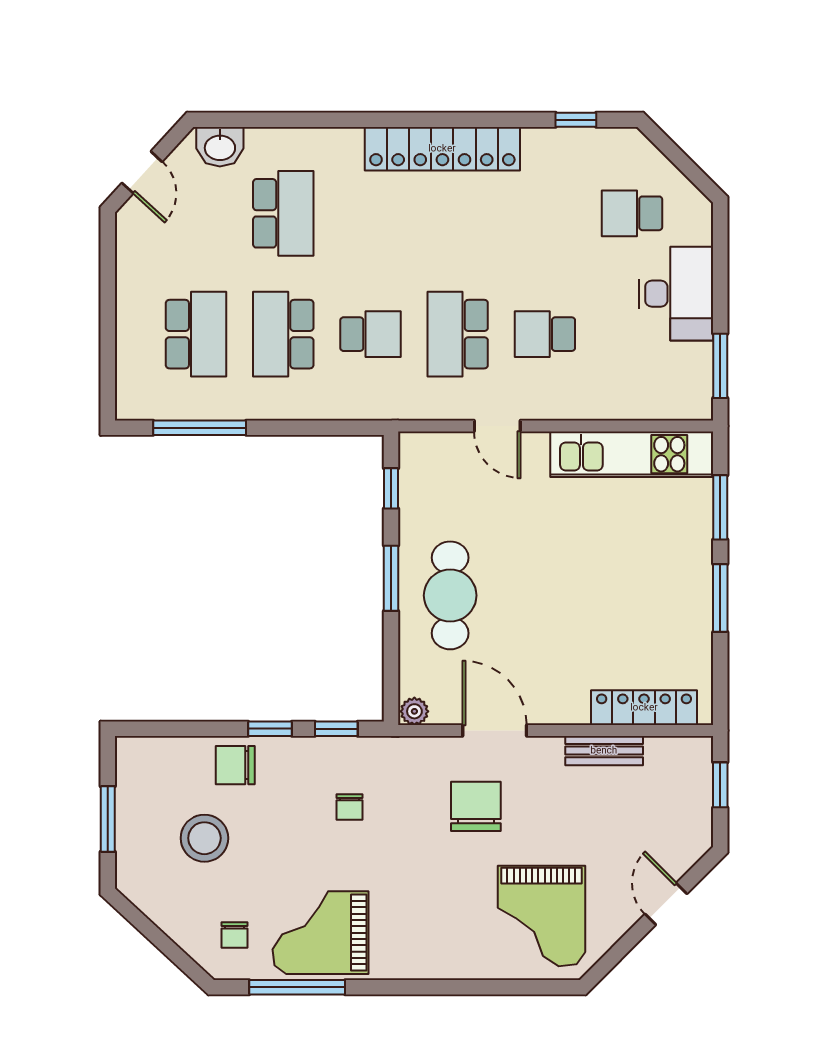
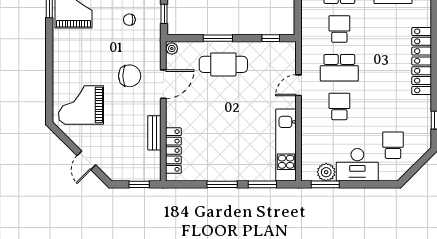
school desk: (370, 334) -> (339, 29), turned 180
school desk: (458, 334) -> (339, 68), turned 180
plant: (693, 364) -> (326, 172), added
window: (391, 578) -> (218, 38), moved
door: (666, 904) -> (86, 160), swing flipped

